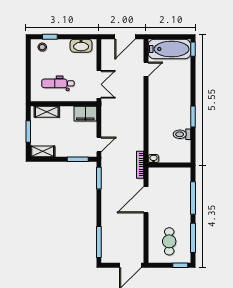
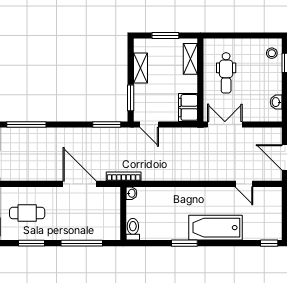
washbasin: (81, 46) -> (276, 102), width x0.52, depth x0.69
bathtub: (169, 49) -> (216, 228), moved, turned 90
dental chair: (58, 83) -> (226, 73), turned 180
double door: (99, 84) -> (225, 124), swing flipped
toilet: (182, 134) -> (133, 229), moved
shelving: (43, 151) -> (140, 68), moved
window: (193, 238) -> (32, 243), width x0.69

